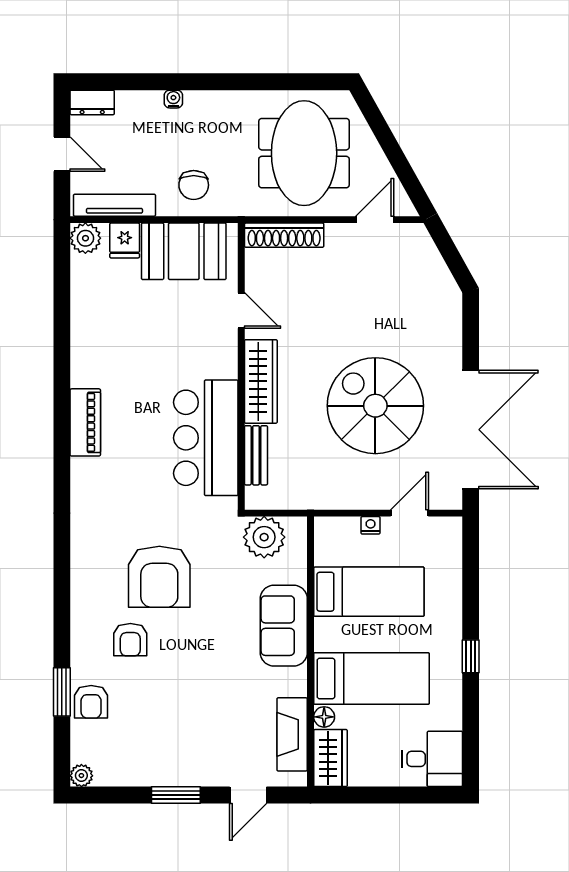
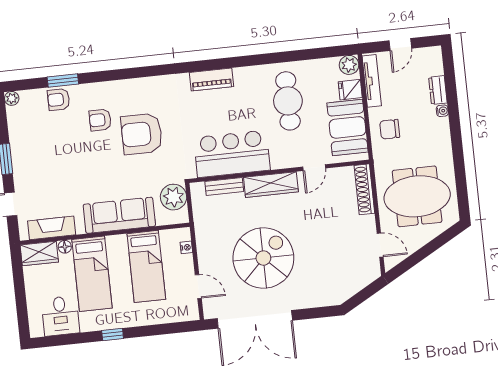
dresser: (92, 102) -> (438, 90), moved
cafe table: (132, 341) -> (288, 101), added
piano: (85, 422) -> (211, 79), moved
nightstand: (371, 525) -> (186, 247), moved
sofa: (284, 626) -> (119, 215), width x1.36
desk: (432, 759) -> (60, 316), moved

